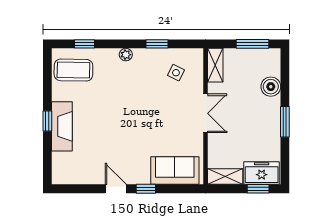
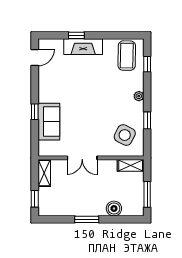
side table: (176, 73) -> (125, 135), width x1.87, depth x1.87
double door: (205, 113) -> (82, 158), moved
window: (47, 121) -> (76, 35), moved
sofa: (175, 171) -> (49, 122), moved
freezer: (262, 173) -> (47, 201), removed
door: (116, 189) -> (35, 57), moved

